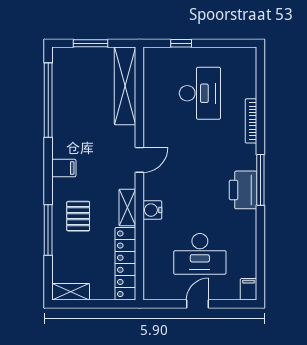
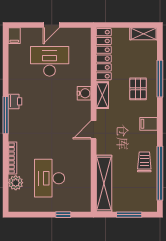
plant: (247, 87) -> (16, 183), added
trolley: (70, 116) -> (144, 162), added
printer: (243, 190) -> (15, 101), width x0.53, depth x0.68

